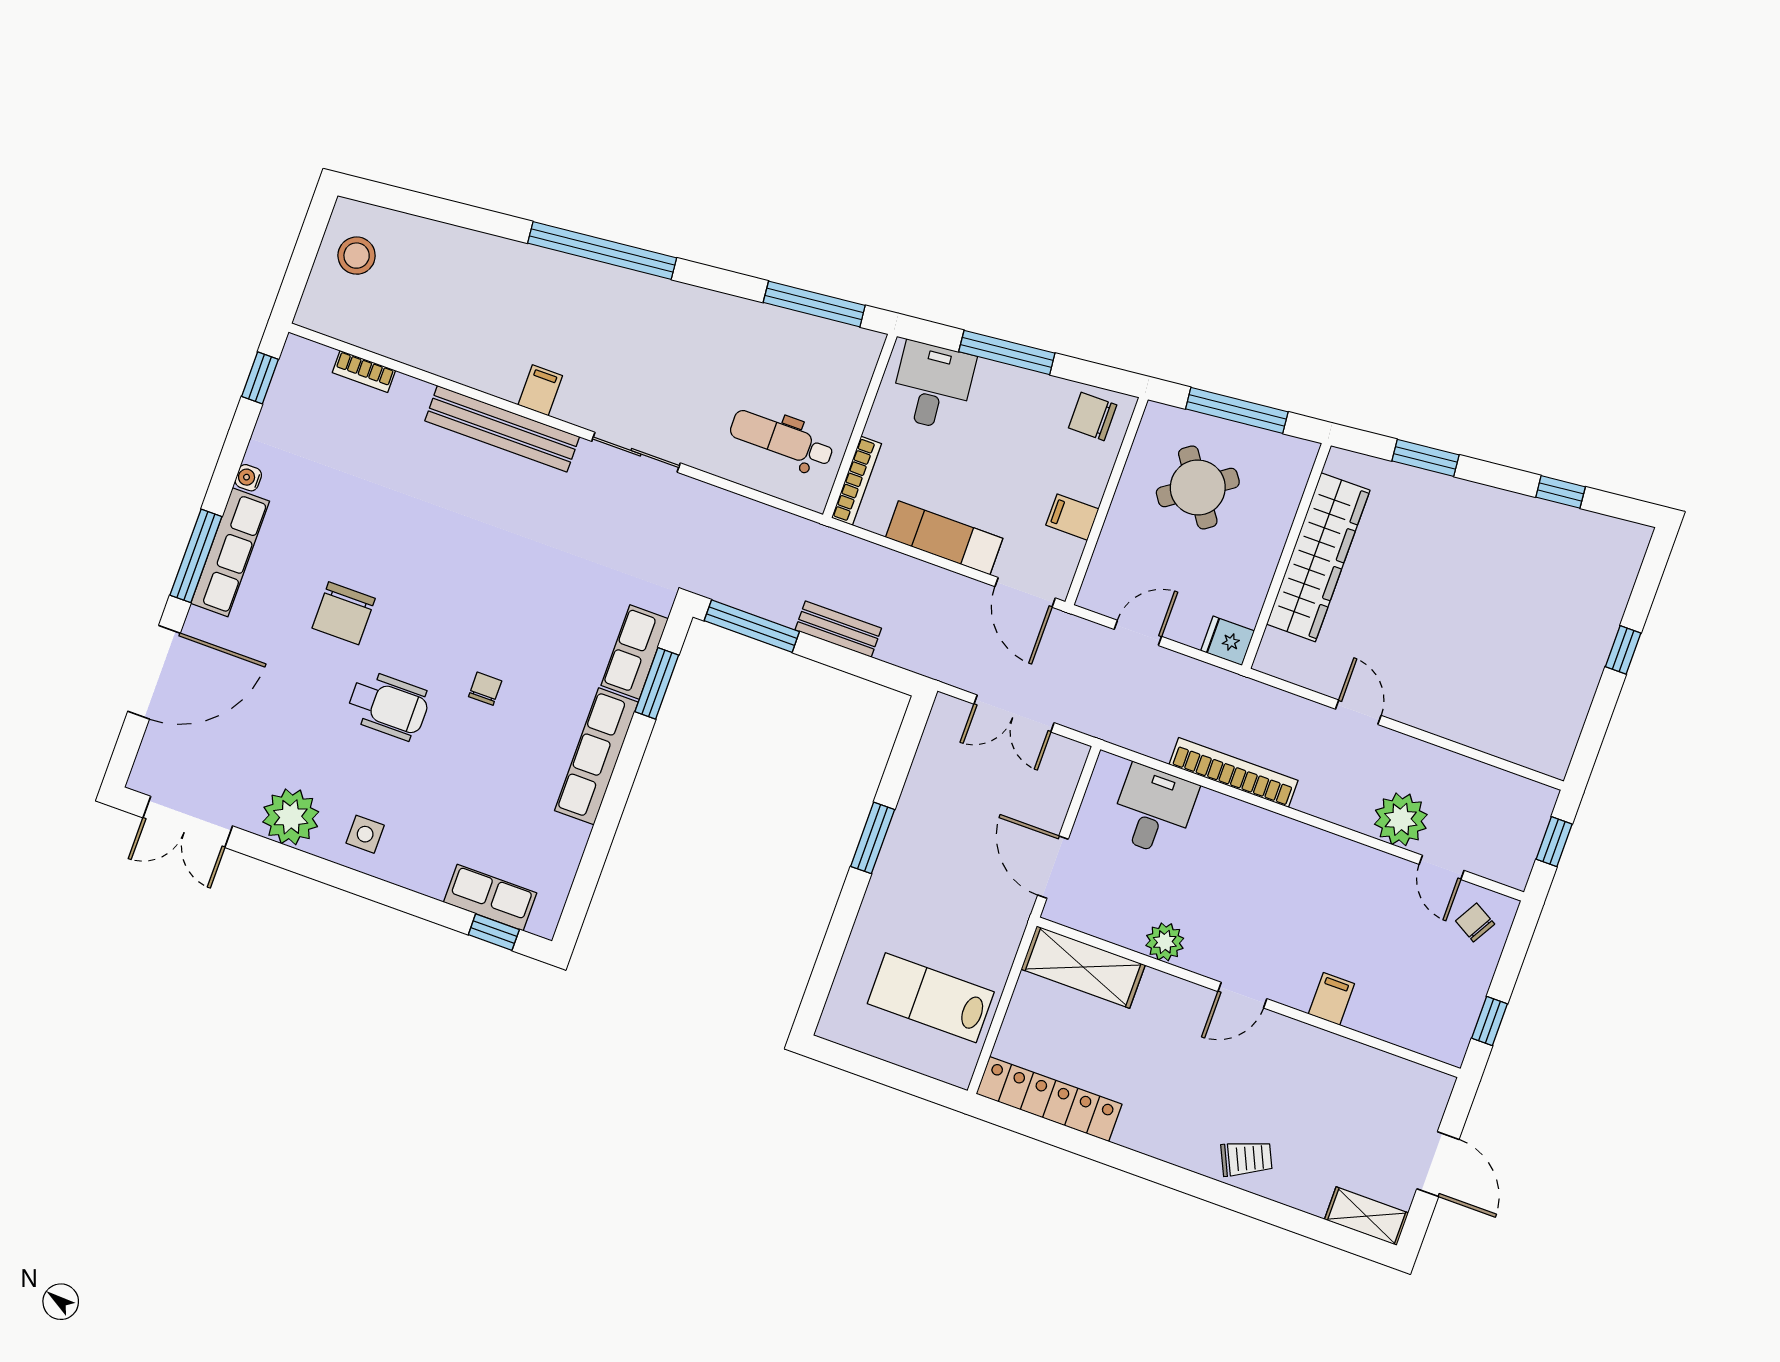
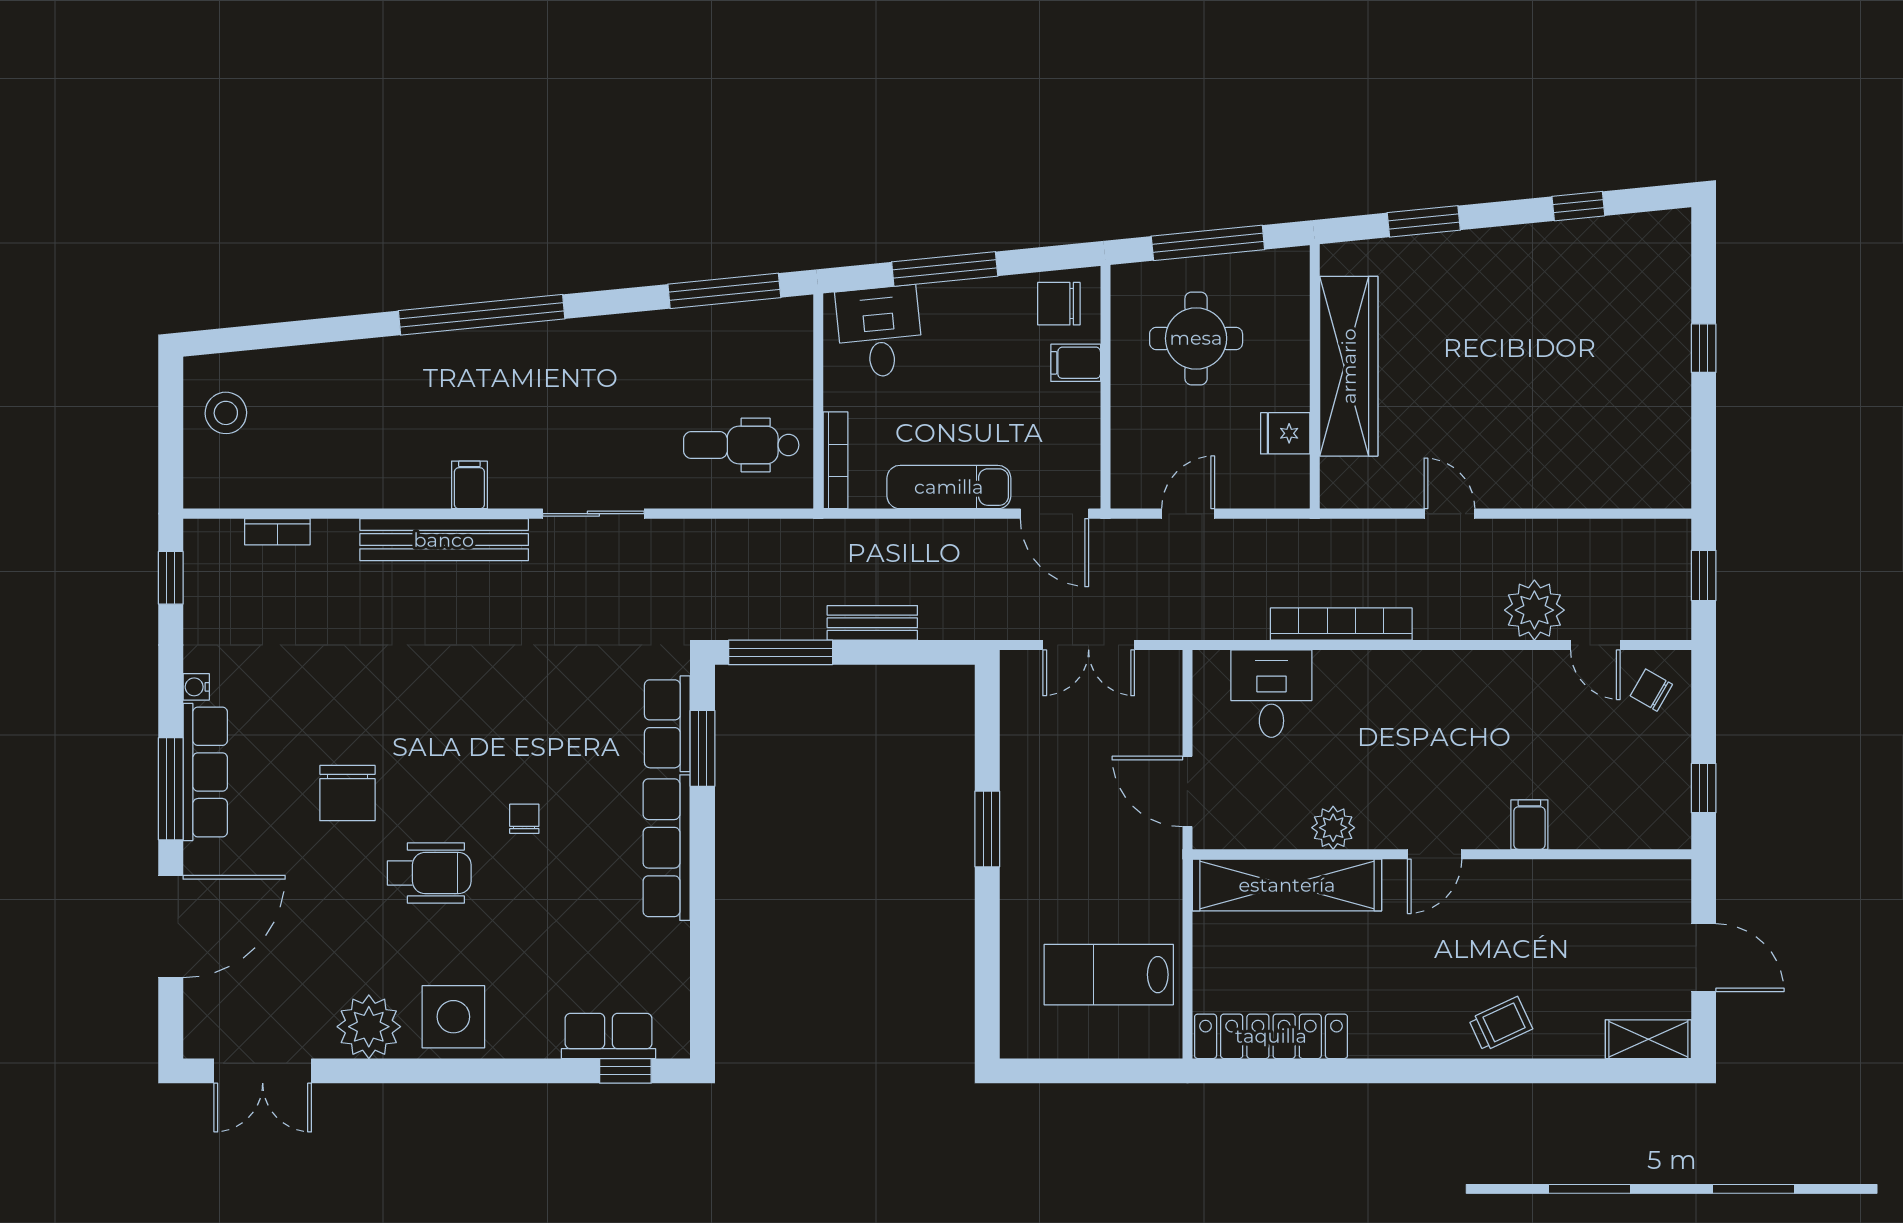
round table: (1198, 487) -> (1196, 338), turned 35
filing cabinet: (1072, 517) -> (1076, 363), moved
fridge: (1228, 641) -> (1285, 433), moved
side table: (365, 834) -> (453, 1017), width x1.87, depth x1.87
shelving: (1083, 967) -> (1287, 885), width x1.47

